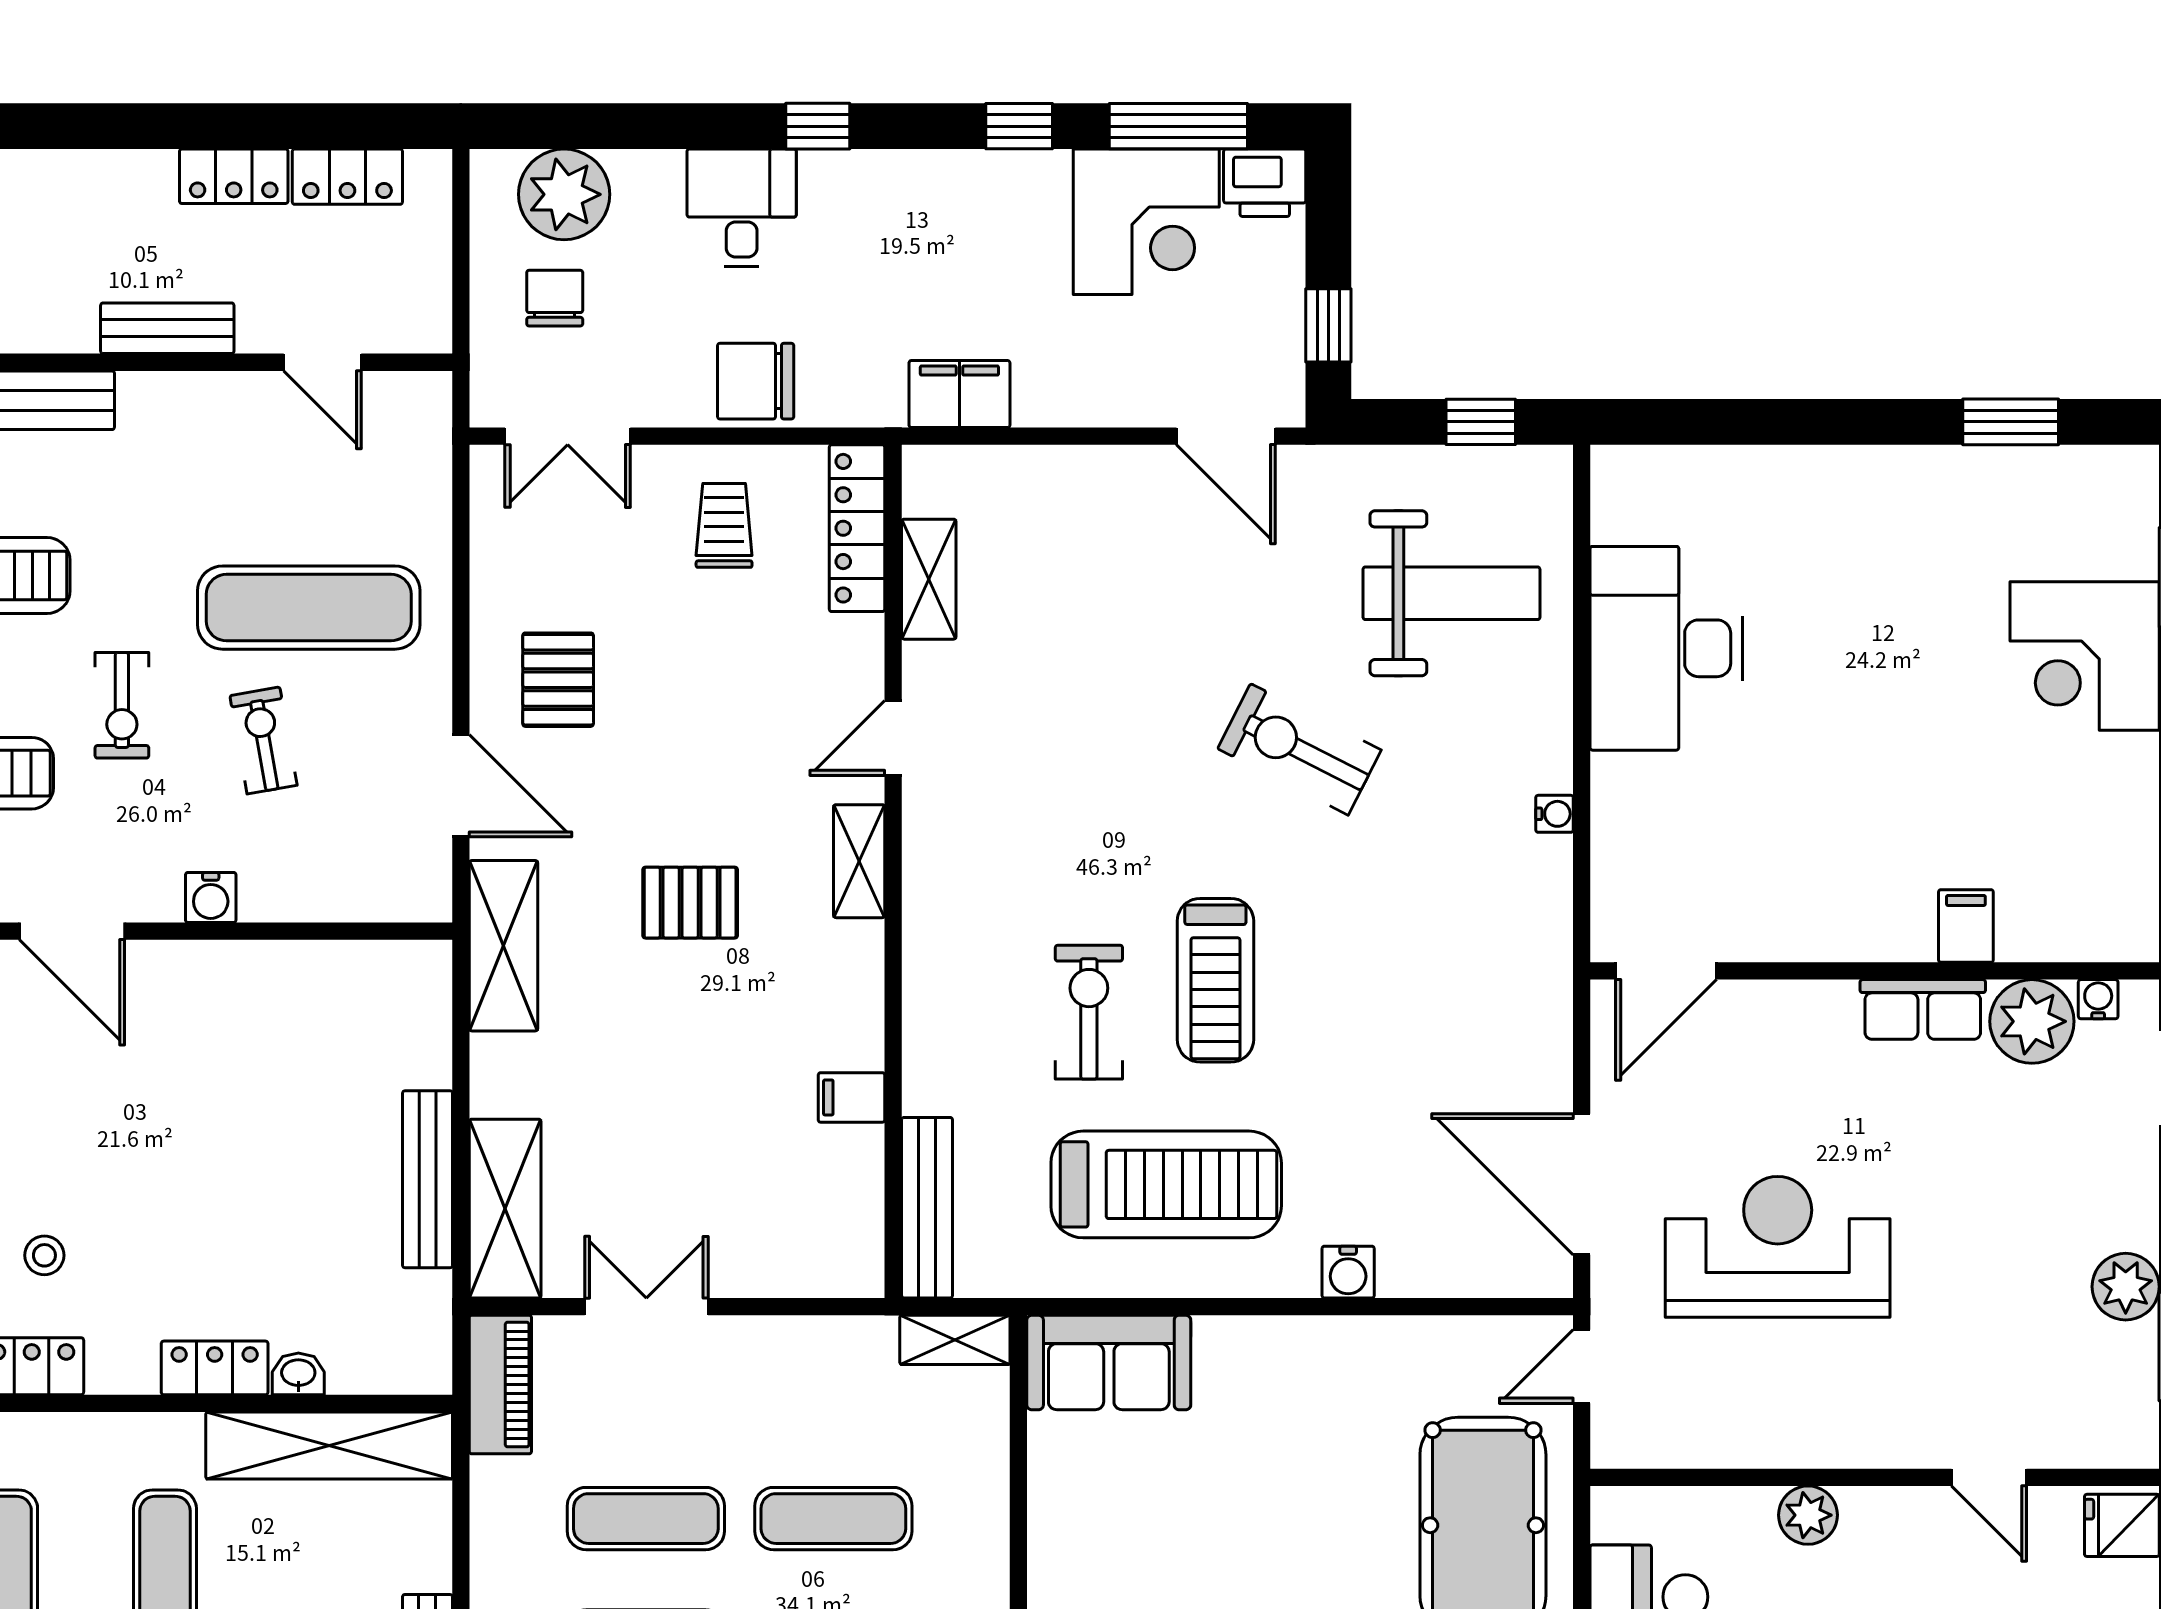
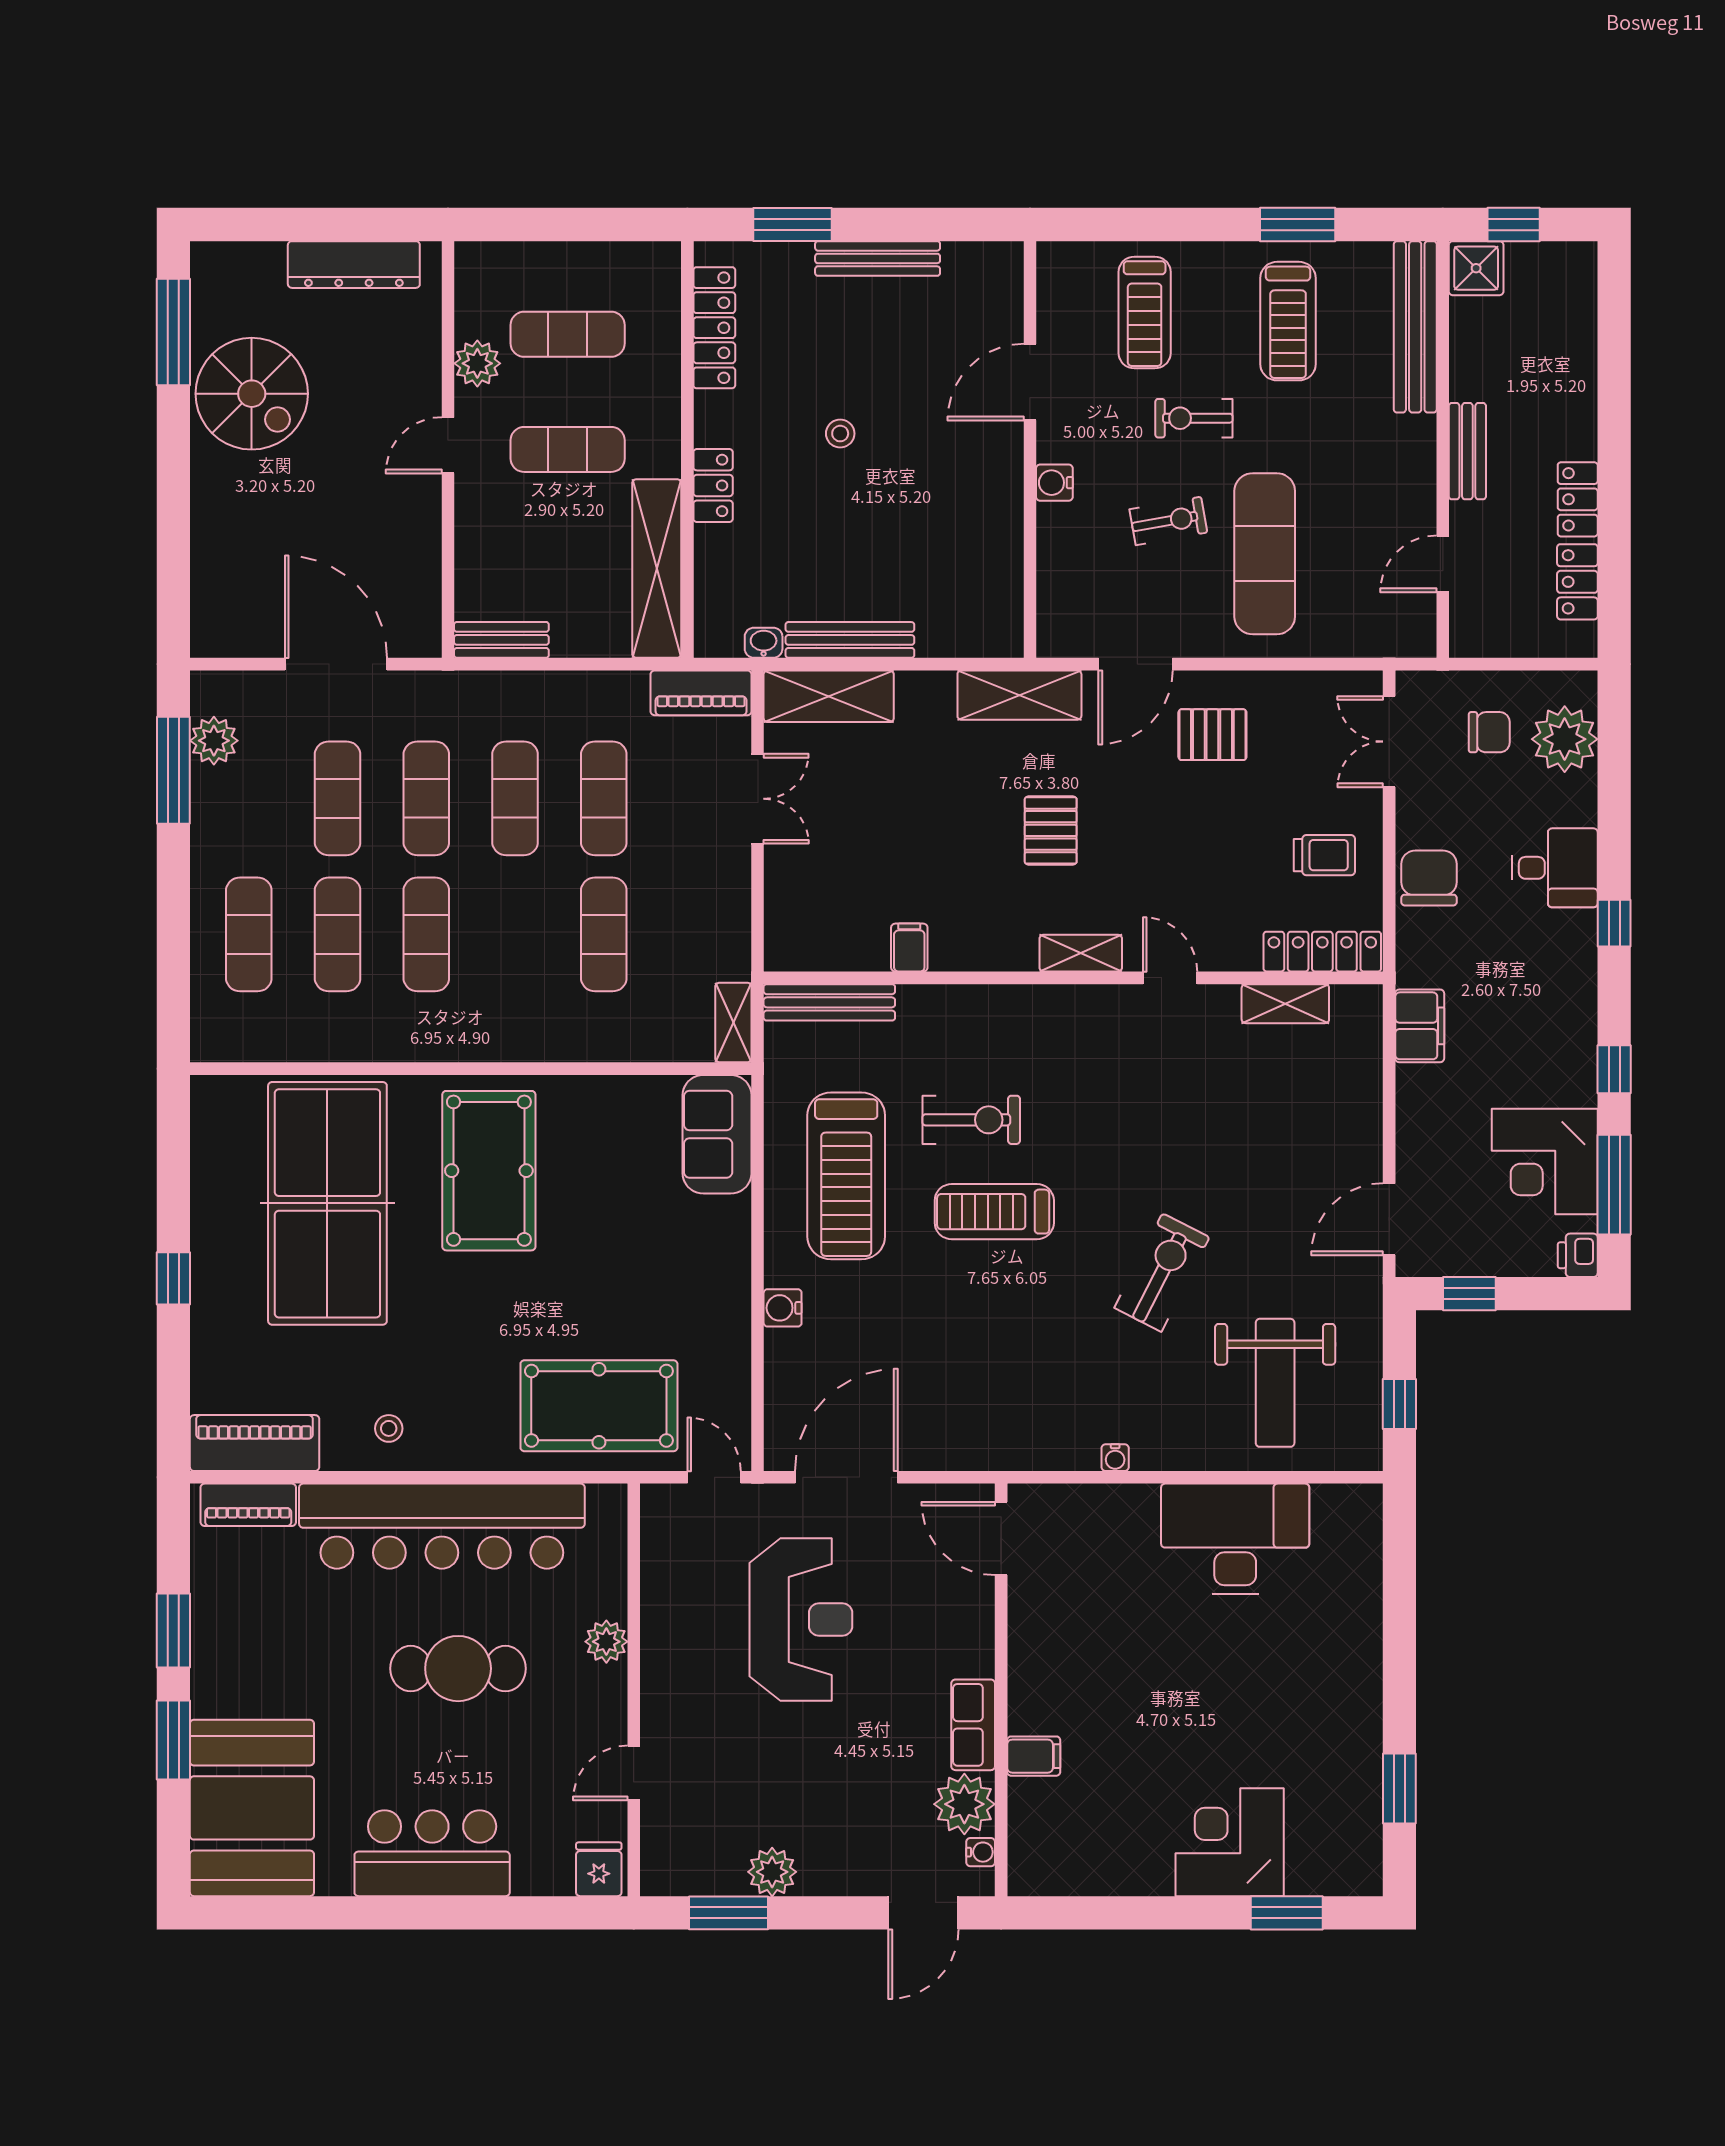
printer: (1265, 183) -> (1578, 1255), width x0.73, depth x0.81
stool: (44, 1255) -> (840, 434), moved
washbasin: (298, 1374) -> (764, 643), moved, turned -90

